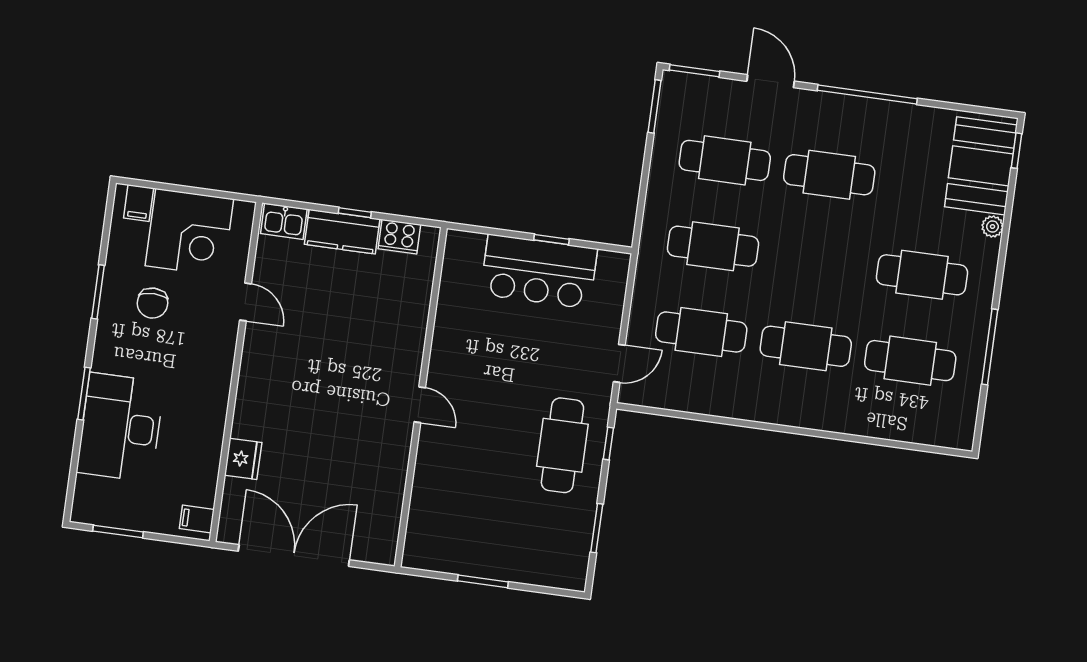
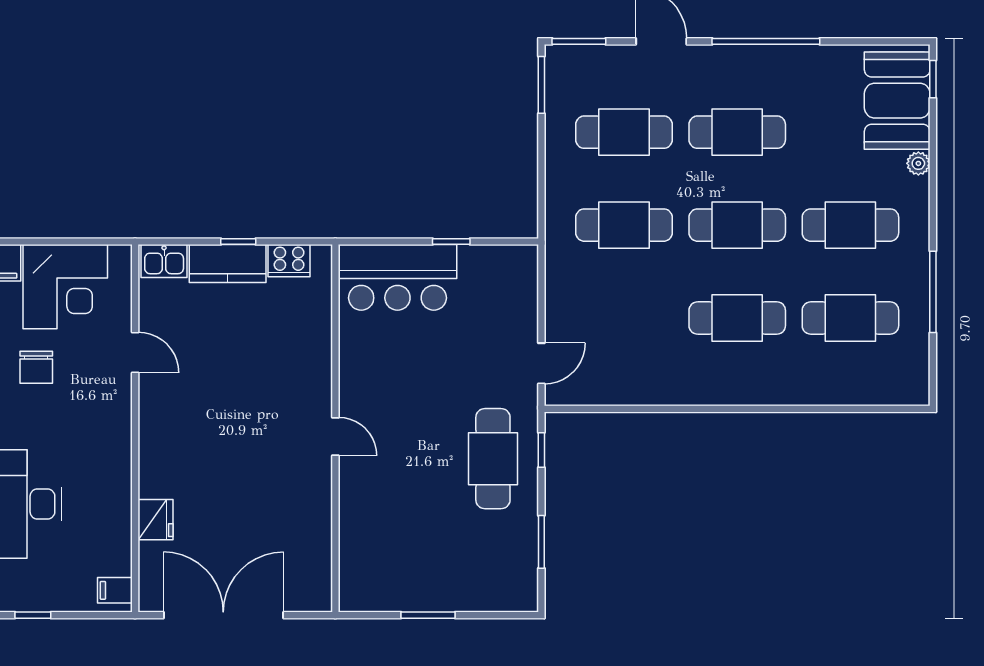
bar counter: (539, 272) -> (397, 277), moved
cafe table: (701, 332) -> (737, 225), moved
window: (118, 531) -> (33, 615), width x0.67

